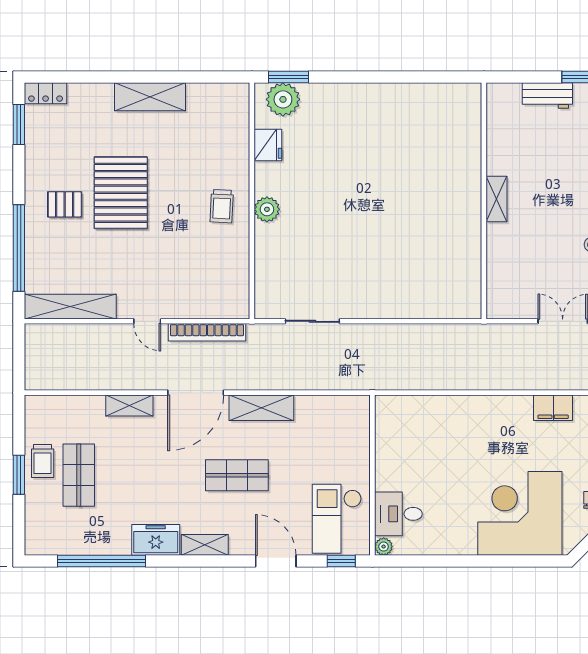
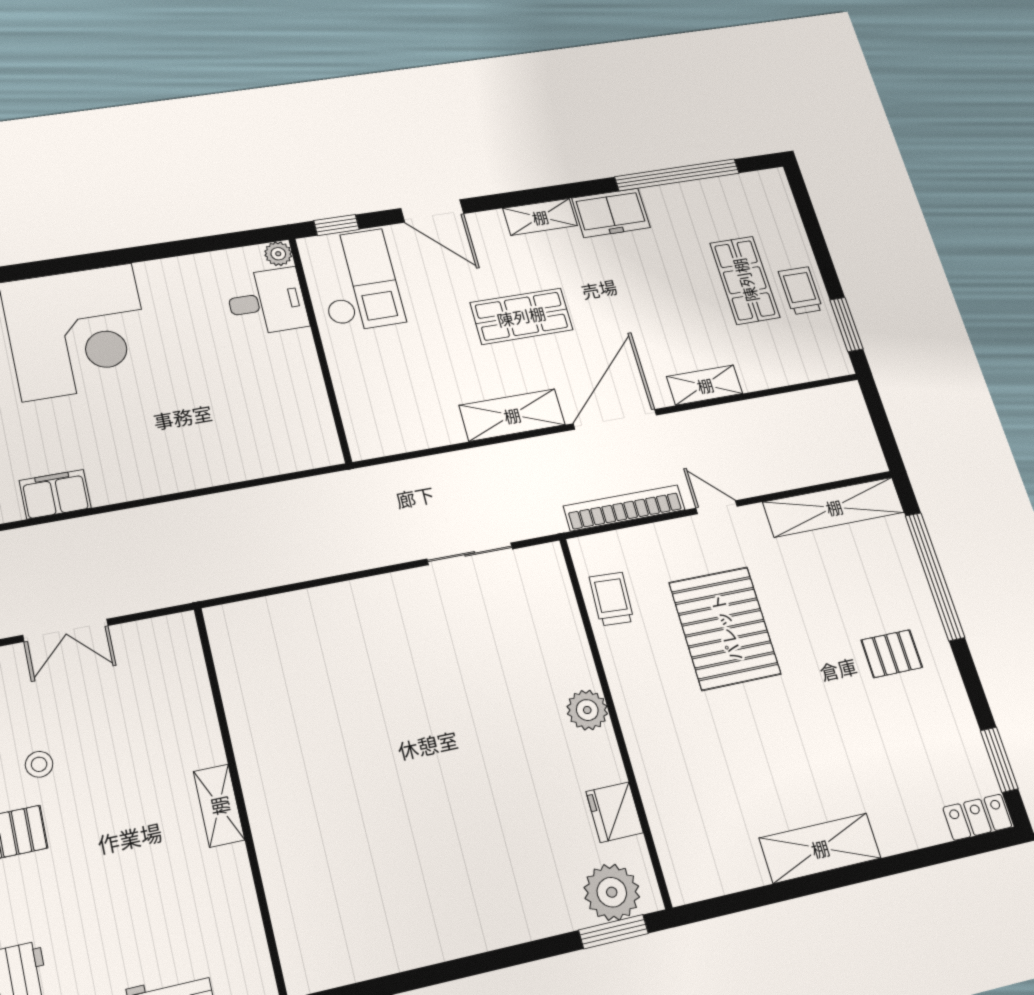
pallet: (121, 193) -> (725, 628), moved
trolley: (222, 206) -> (612, 599), moved
window: (19, 475) -> (846, 324), moved

